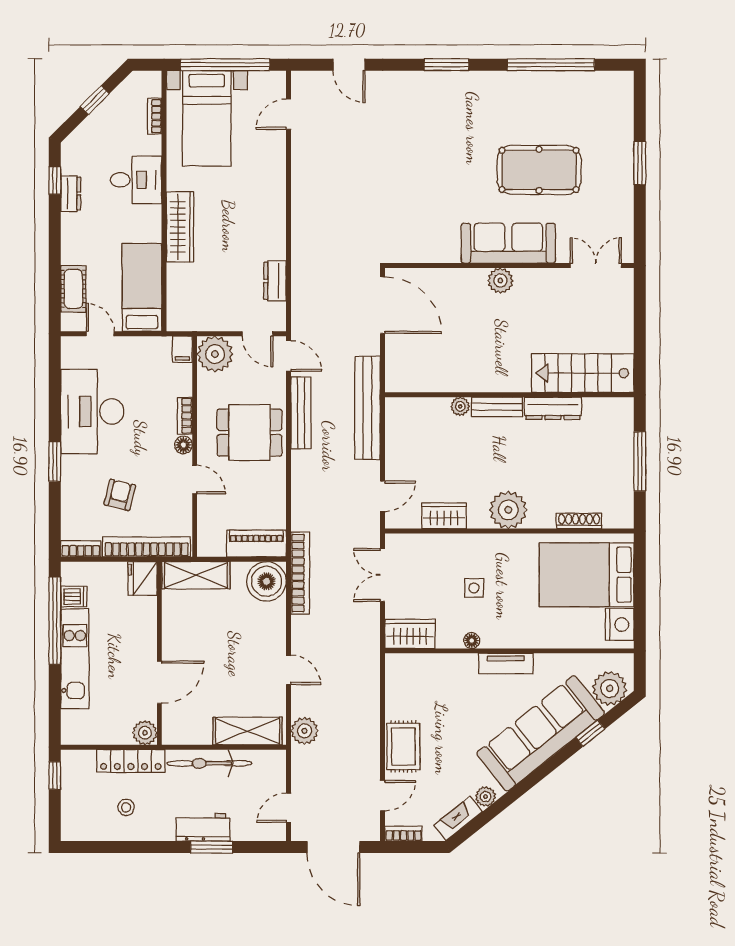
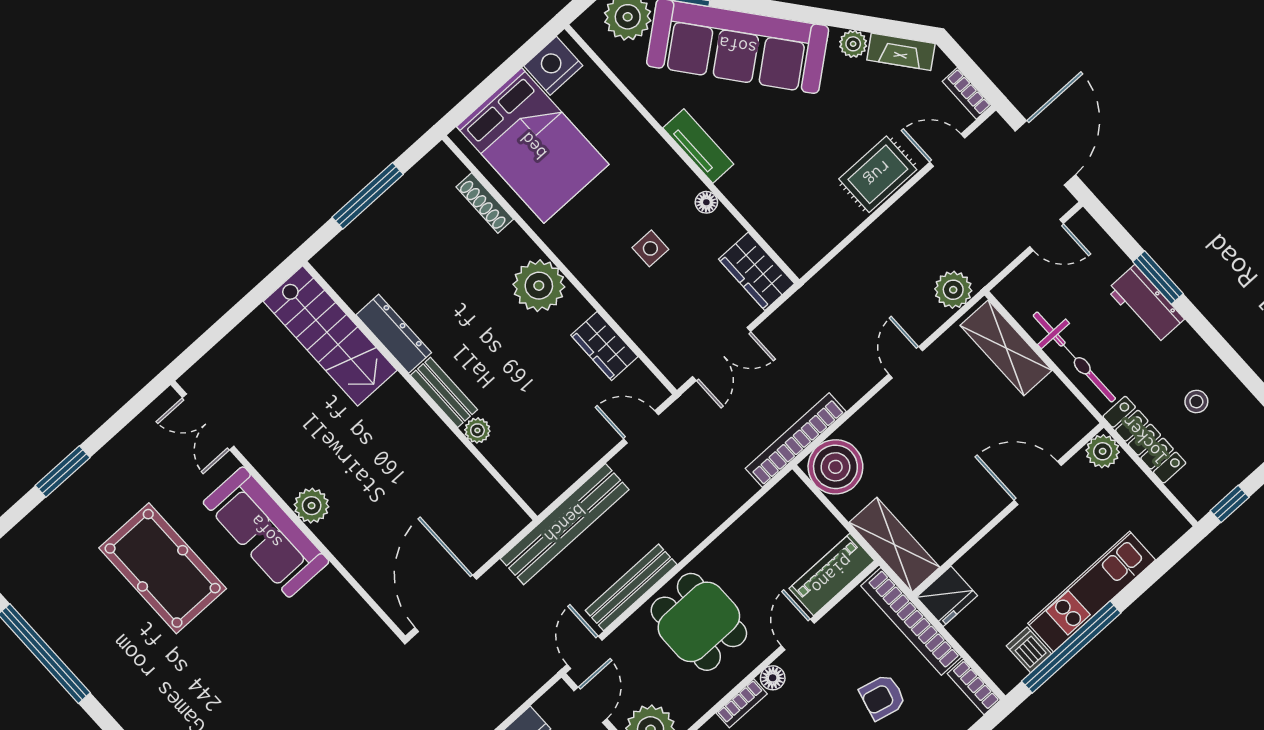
piano: (256, 544) -> (832, 575), moved, turned 90

